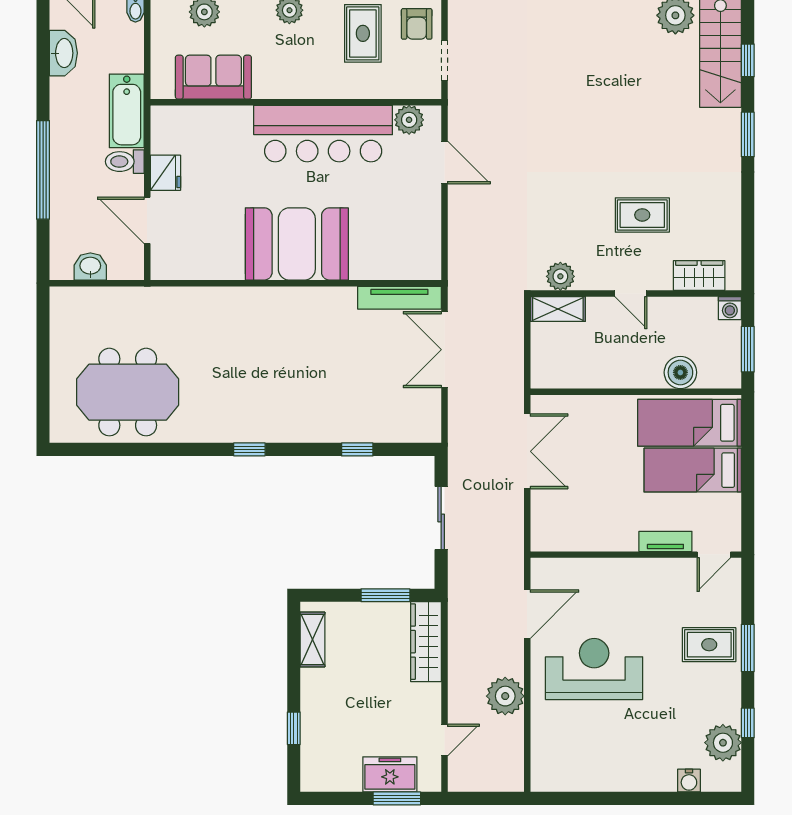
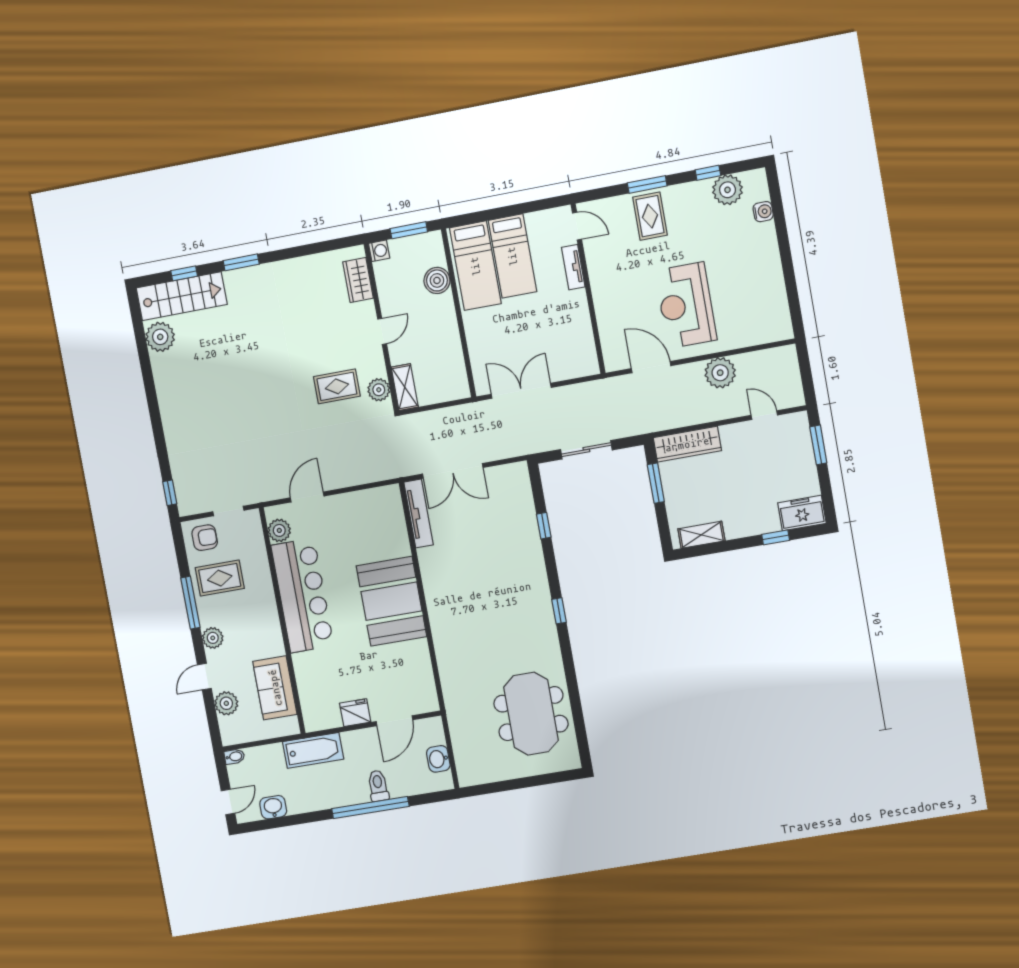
washbasin: (63, 53) -> (273, 807), width x0.72
toilet: (125, 162) -> (378, 786), moved, turned 180
rug: (642, 215) -> (337, 386), moved, turned 90
freezer: (390, 774) -> (802, 513), moved, turned 90

